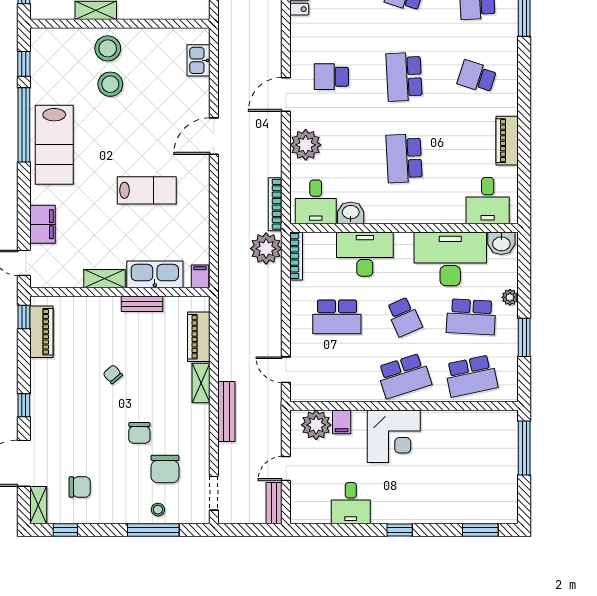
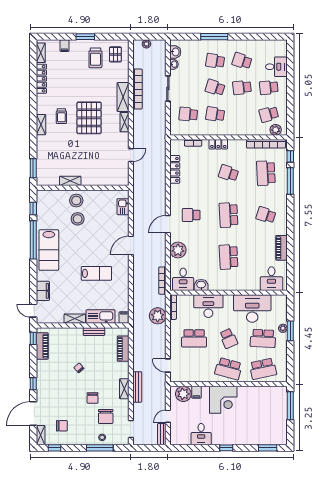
washbasin: (501, 243) -> (279, 301), removed
plant: (266, 249) -> (158, 316), moved
window: (524, 337) -> (290, 331), moved
school desk: (404, 376) -> (229, 369), turned 33
shelving: (201, 383) -> (124, 389), moved

